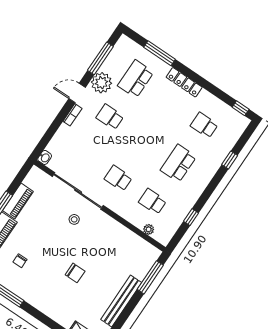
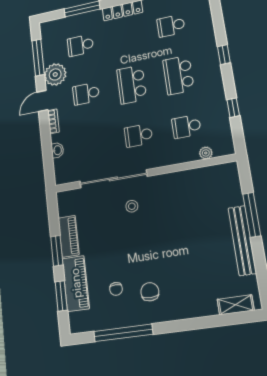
school desk: (136, 79) -> (80, 45), width x0.54
school desk: (144, 140) -> (132, 85), added
washbasin: (45, 157) -> (57, 150), moved
window: (230, 160) -> (224, 55), moved
chair: (75, 273) -> (150, 292), moved, turned -90
window: (150, 277) -> (252, 215), moved

